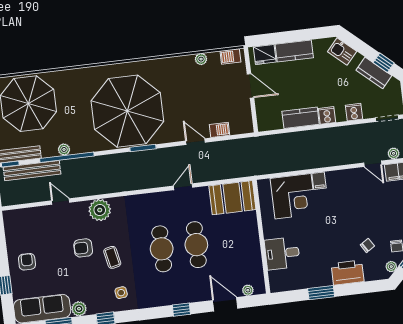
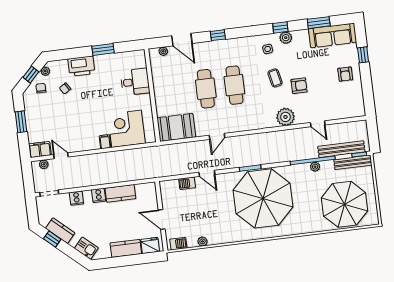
plant: (79, 309) -> (286, 38), moved

